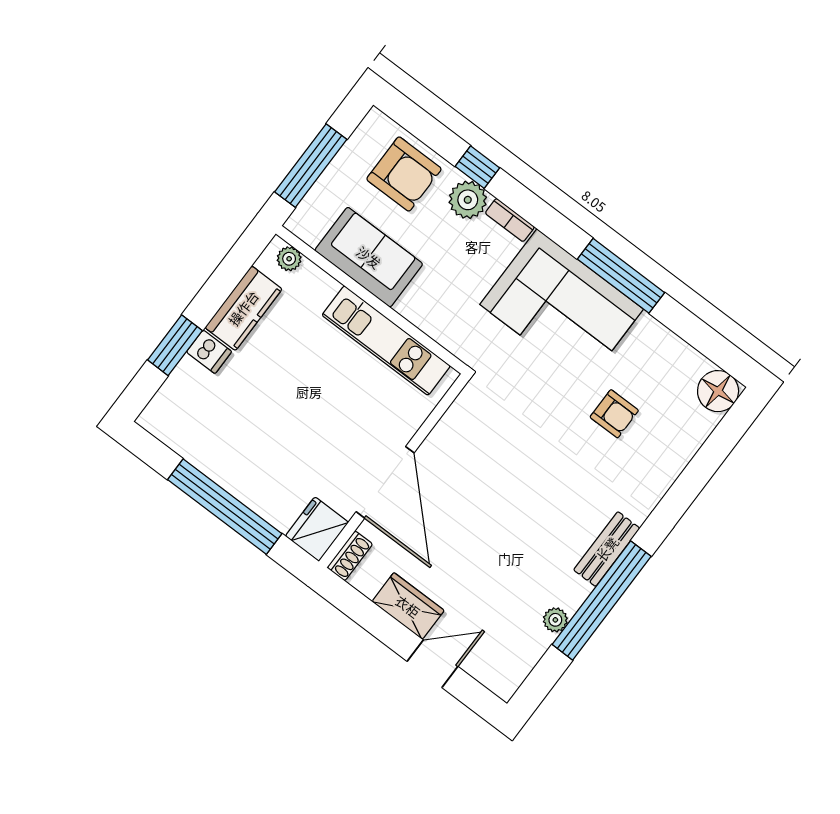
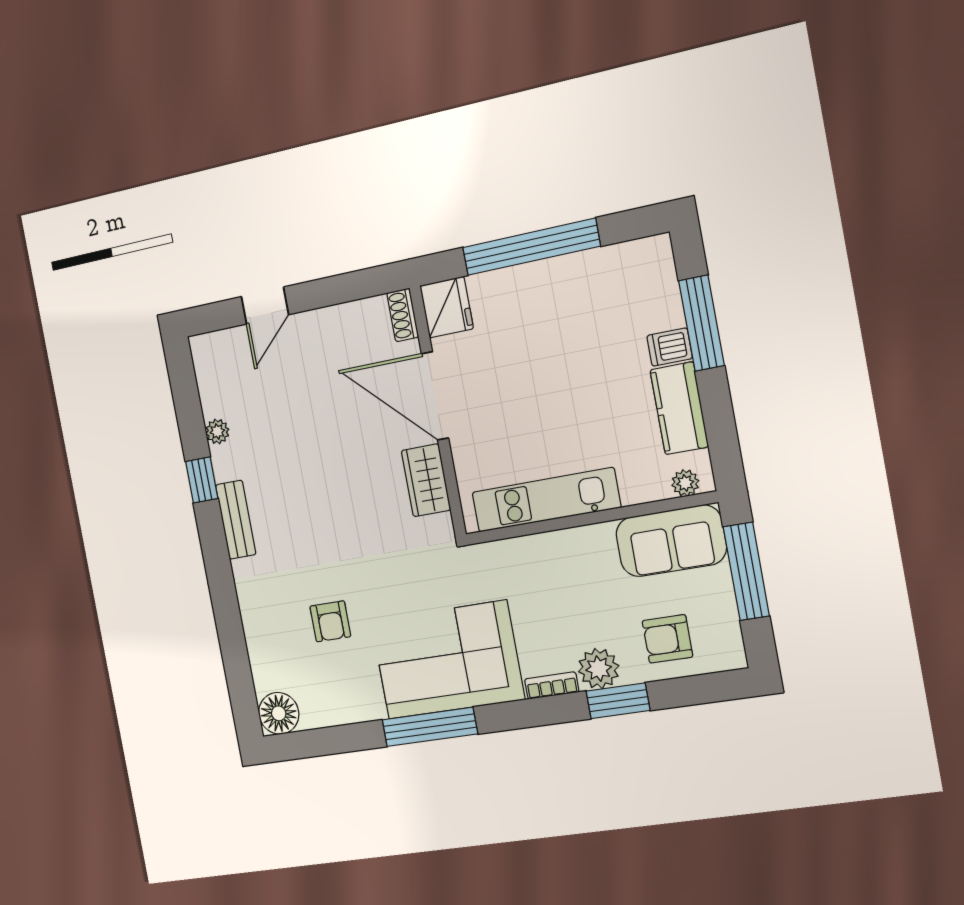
window: (477, 167) -> (618, 701), width x1.50
armchair: (404, 174) -> (667, 639), width x0.72, depth x0.72
sofa: (369, 257) -> (671, 541), moved
window: (175, 345) -> (701, 323), width x1.44
armchair: (614, 414) -> (330, 621), turned -90
window: (602, 600) -> (202, 480), width x0.32
wardrobe: (408, 606) -> (426, 480), moved, turned 90

